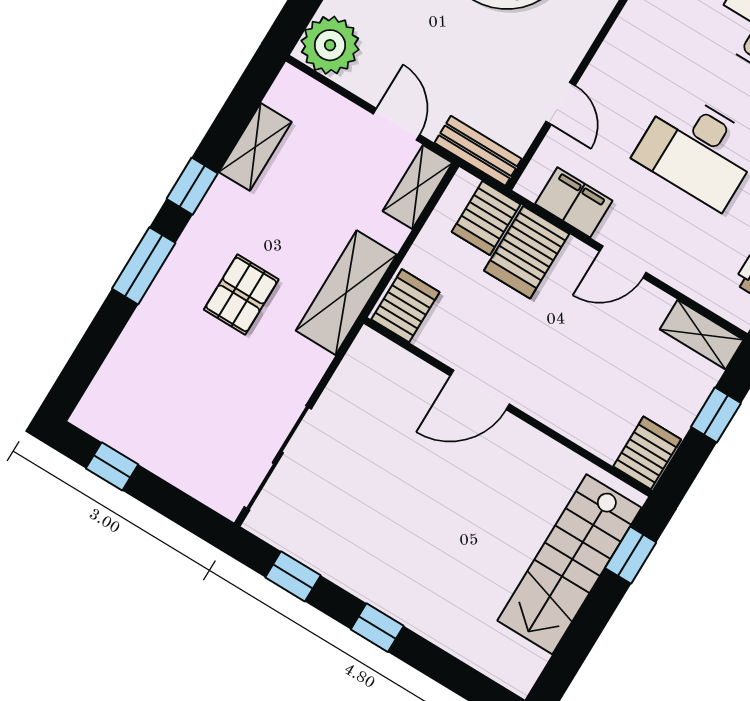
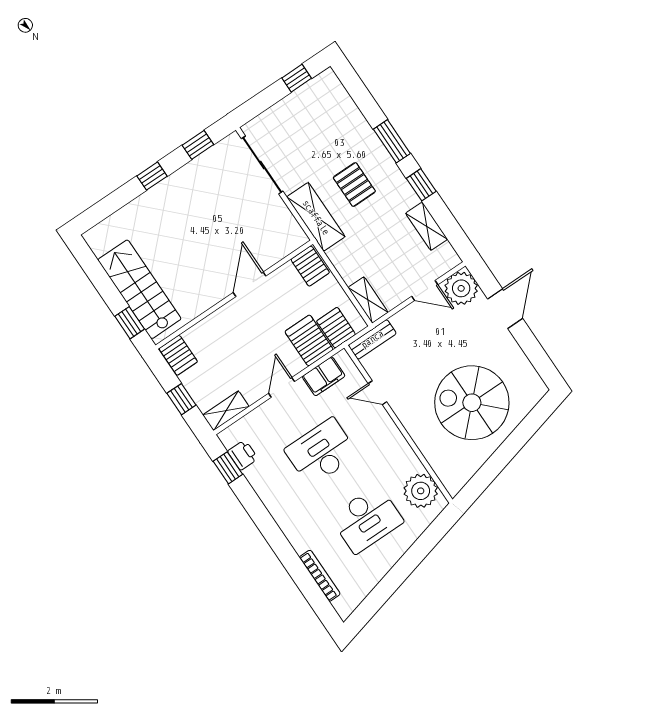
door: (396, 124) -> (425, 291), moved
shelving: (346, 293) -> (316, 217), moved

